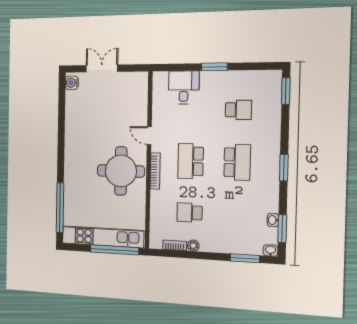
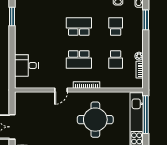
window: (214, 67) -> (12, 16), moved
school desk: (238, 110) -> (116, 27), moved
round table: (121, 171) -> (95, 120), moved

